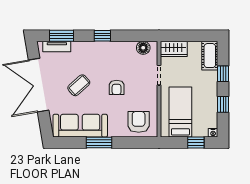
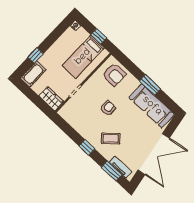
floor lamp: (143, 48) -> (69, 117), removed
coffee table: (79, 85) -> (111, 138), moved
window: (223, 104) -> (53, 37), removed
armchair: (139, 122) -> (114, 75), turned -90
window: (196, 142) -> (99, 36), moved

